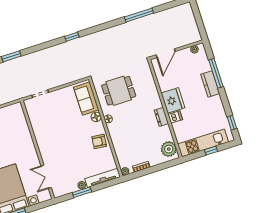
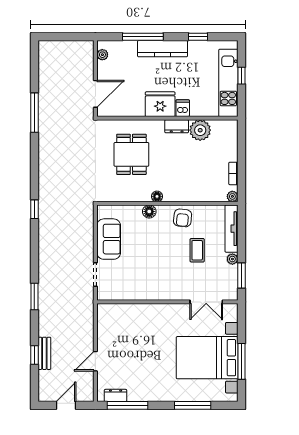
door: (166, 53) -> (95, 94), hinge flipped
kitchen counter: (210, 84) -> (163, 49), width x1.50
dining table: (119, 91) -> (131, 154), moved
sofa: (86, 99) -> (109, 239), moved, turned -90
window: (232, 123) -> (198, 37), moved
plant: (169, 149) -> (200, 130), moved
coffee table: (80, 159) -> (197, 250), added
window: (82, 192) -> (242, 276), moved

